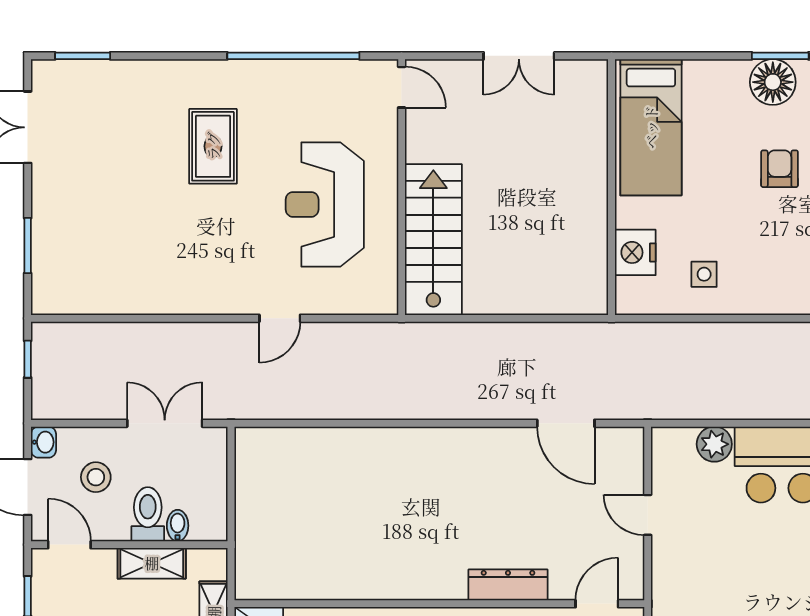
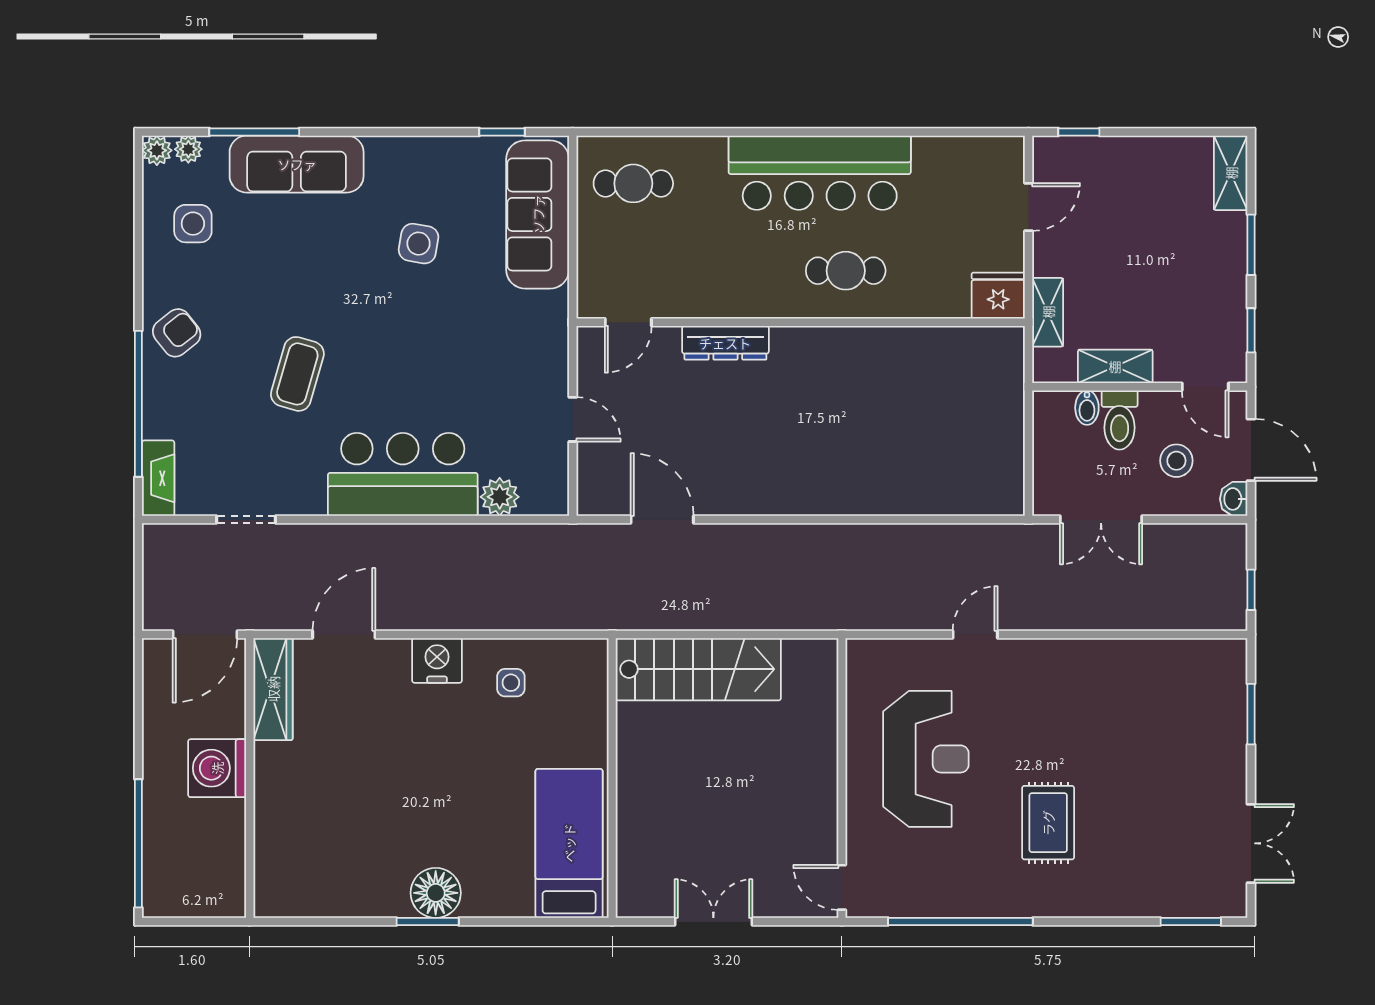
armchair: (780, 169) -> (428, 798), removed
stairs: (433, 240) -> (698, 669), moved, turned -90
nightstand: (635, 252) -> (437, 660), moved, turned -90

